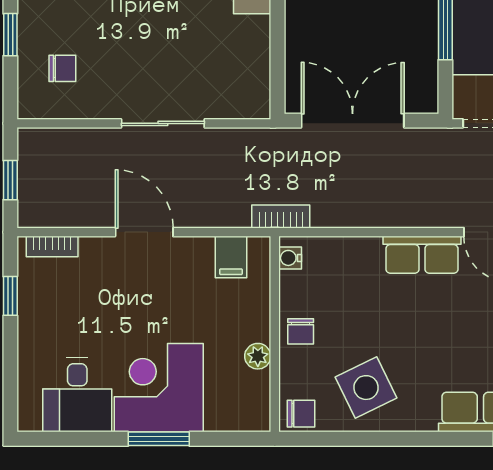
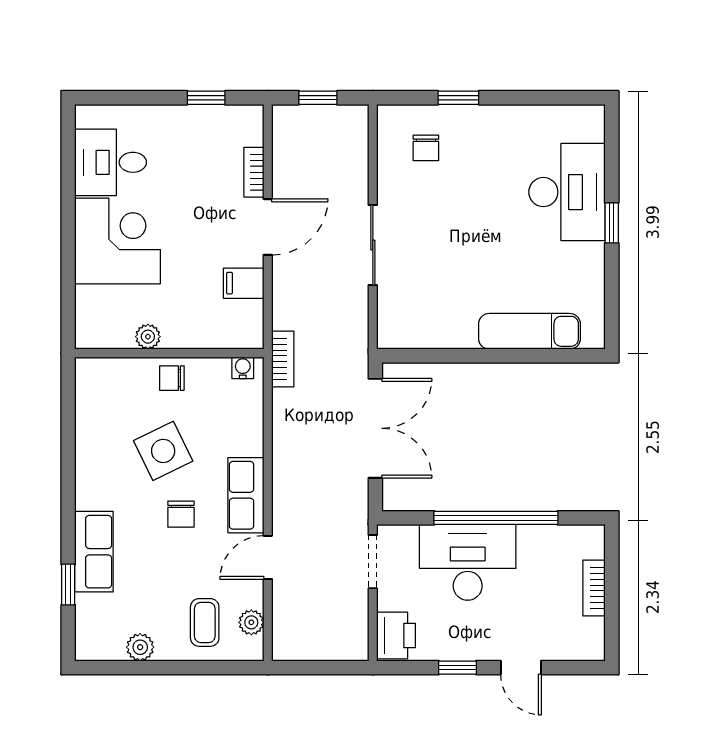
bookcase: (52, 247) -> (254, 172), moved
filing cabinet: (231, 257) -> (244, 283), moved
side table: (366, 388) -> (163, 451), moved
chair: (301, 414) -> (181, 514), moved
window: (159, 439) -> (68, 241), removed

